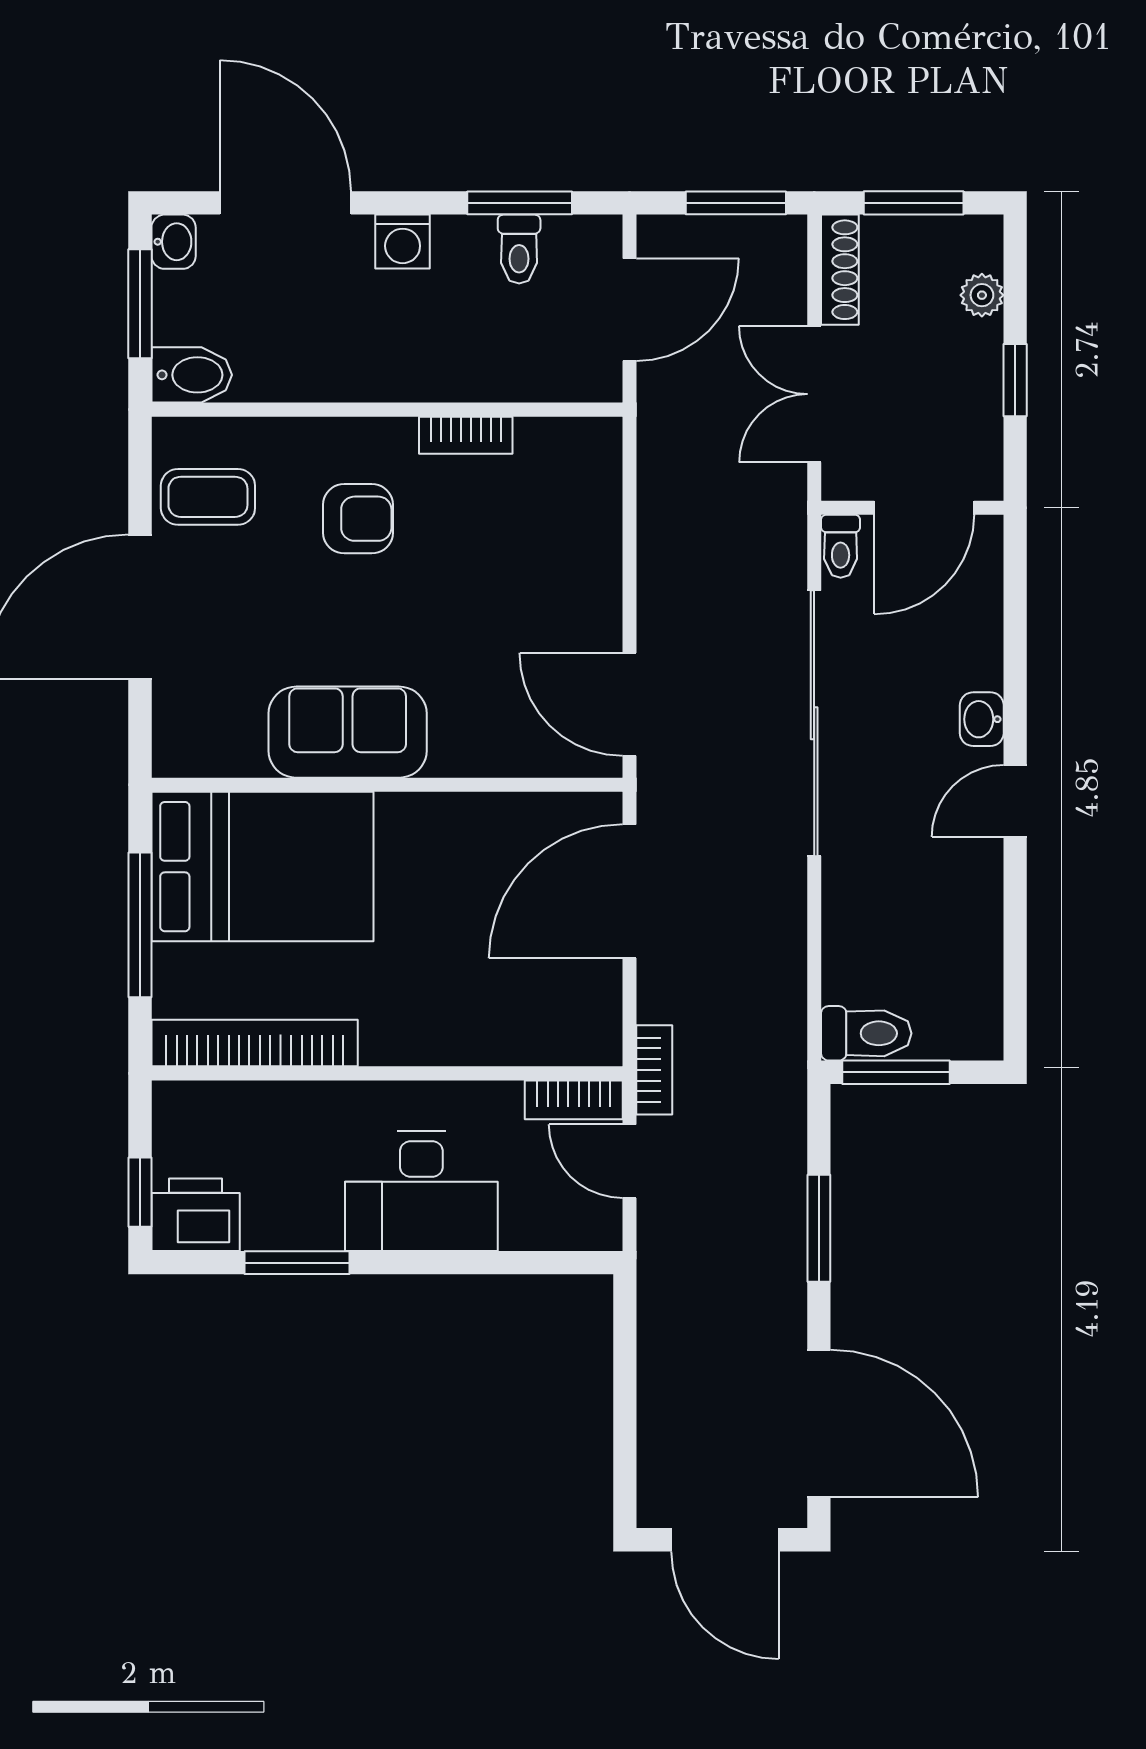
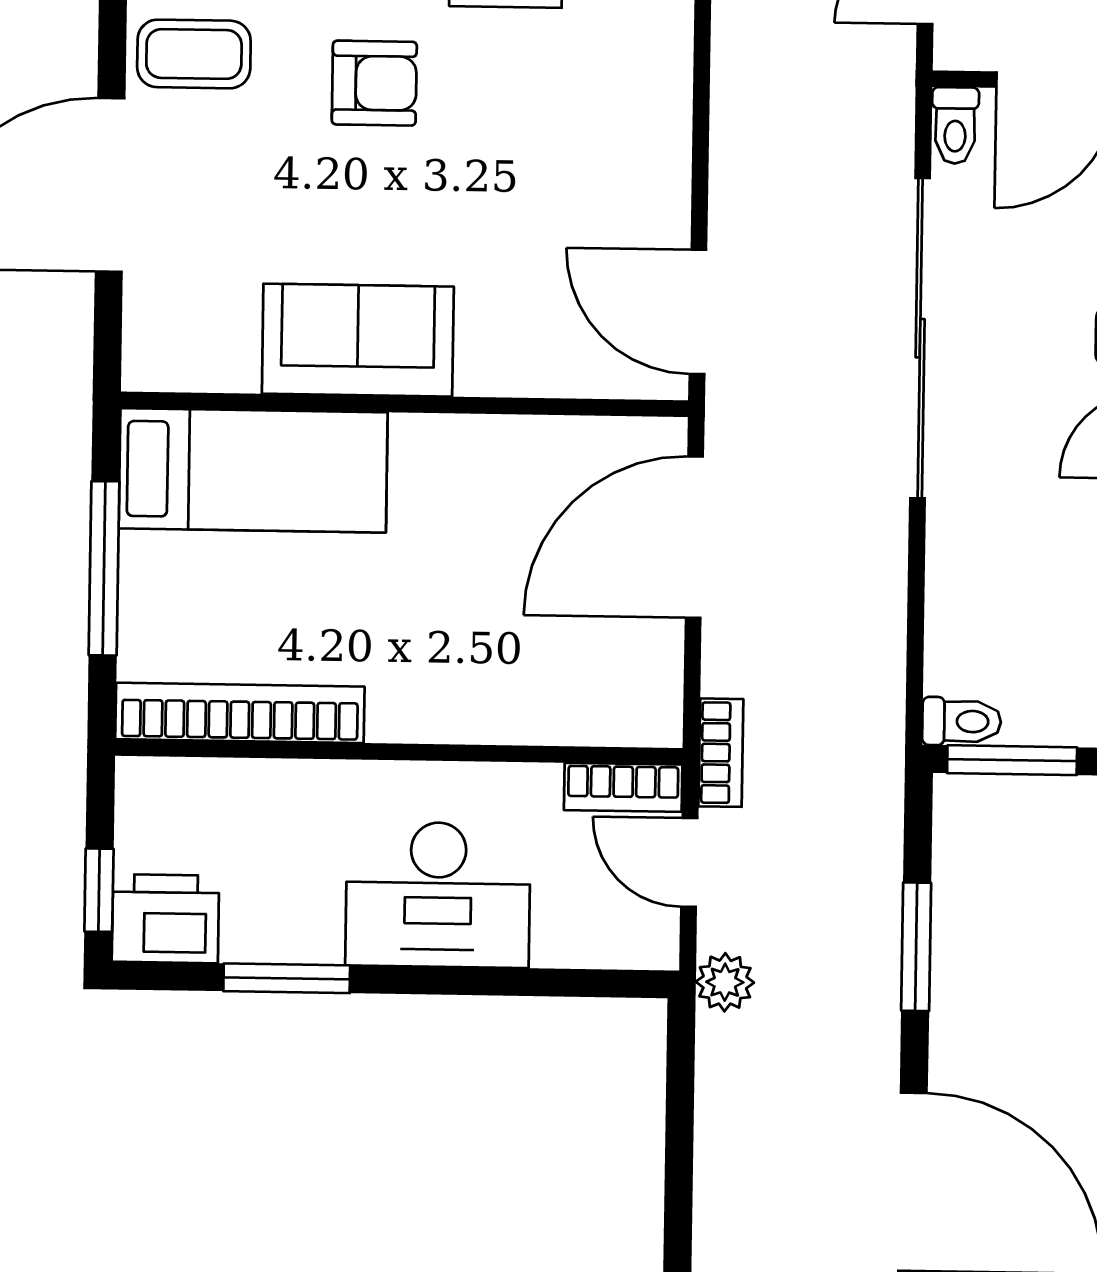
bed: (262, 867) -> (253, 470), width x0.67
toilet: (866, 1033) -> (962, 721), width x0.73, depth x0.72
plant: (661, 1260) -> (725, 982), added

